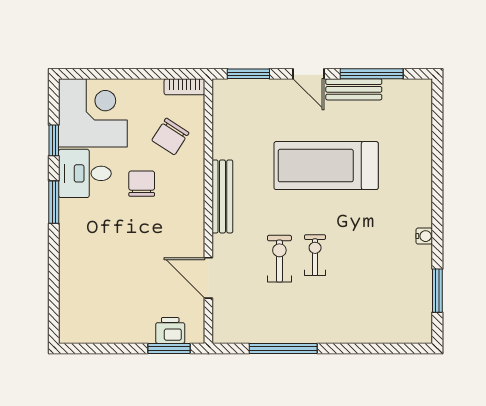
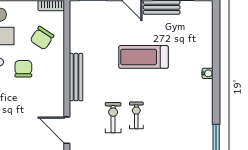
treadmill: (326, 166) -> (144, 57), width x0.73, depth x0.73
water cooler: (424, 236) -> (208, 73), moved

